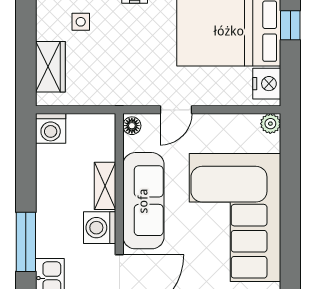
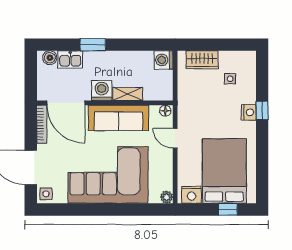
window: (26, 242) -> (93, 45), width x0.69

